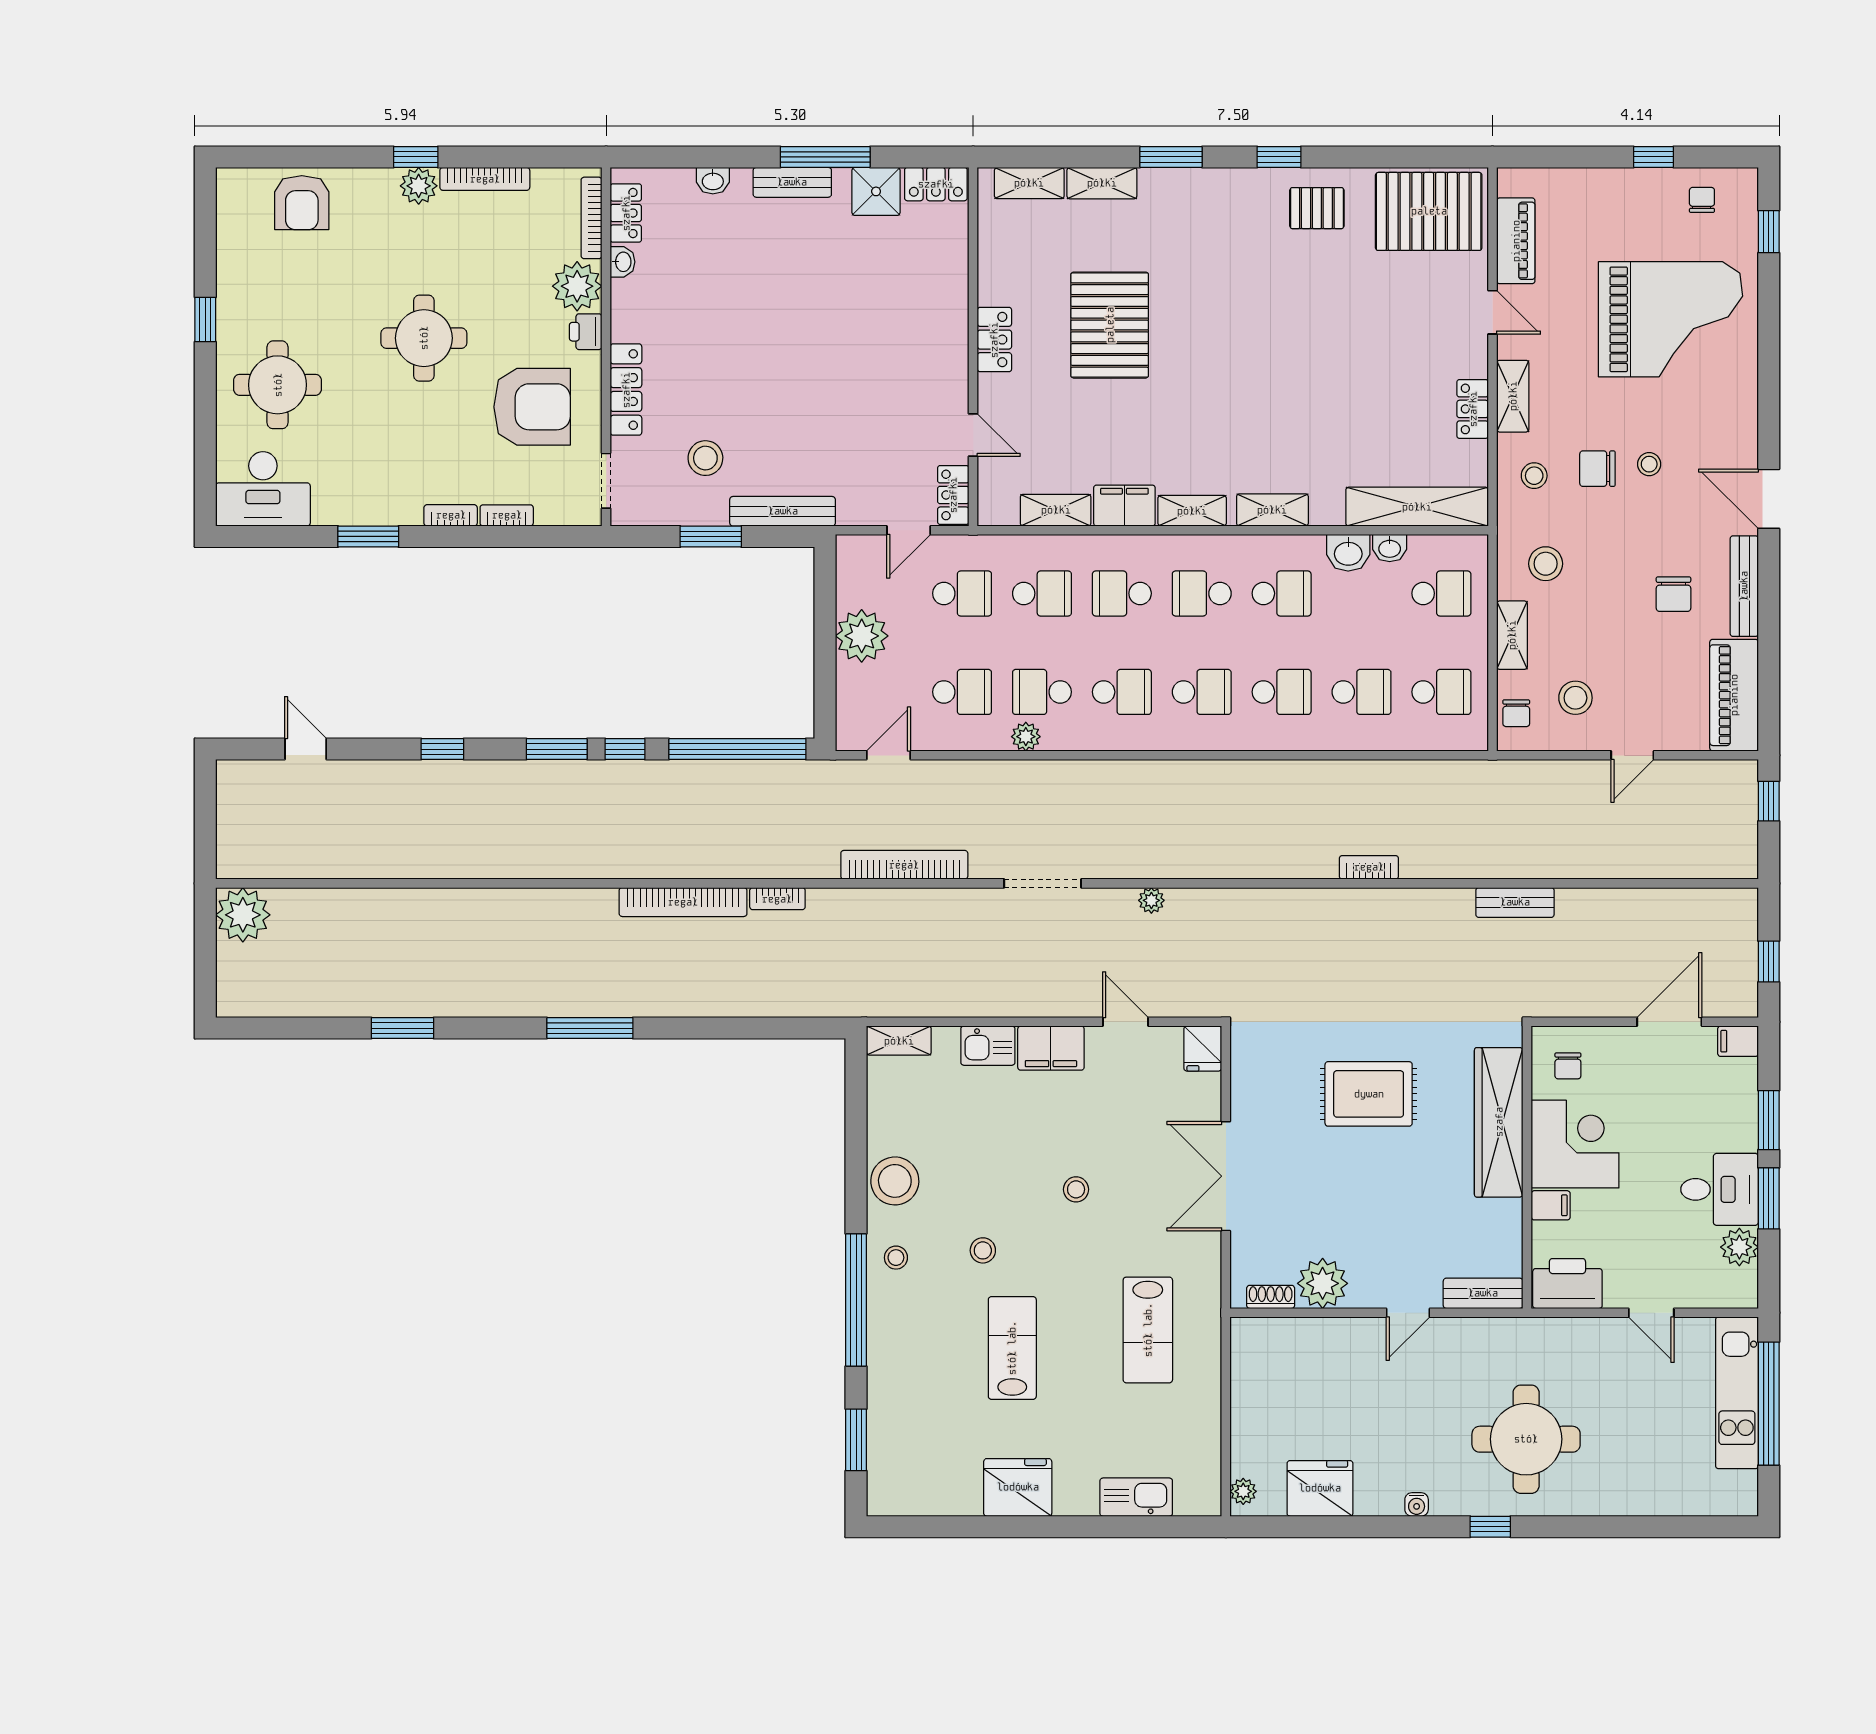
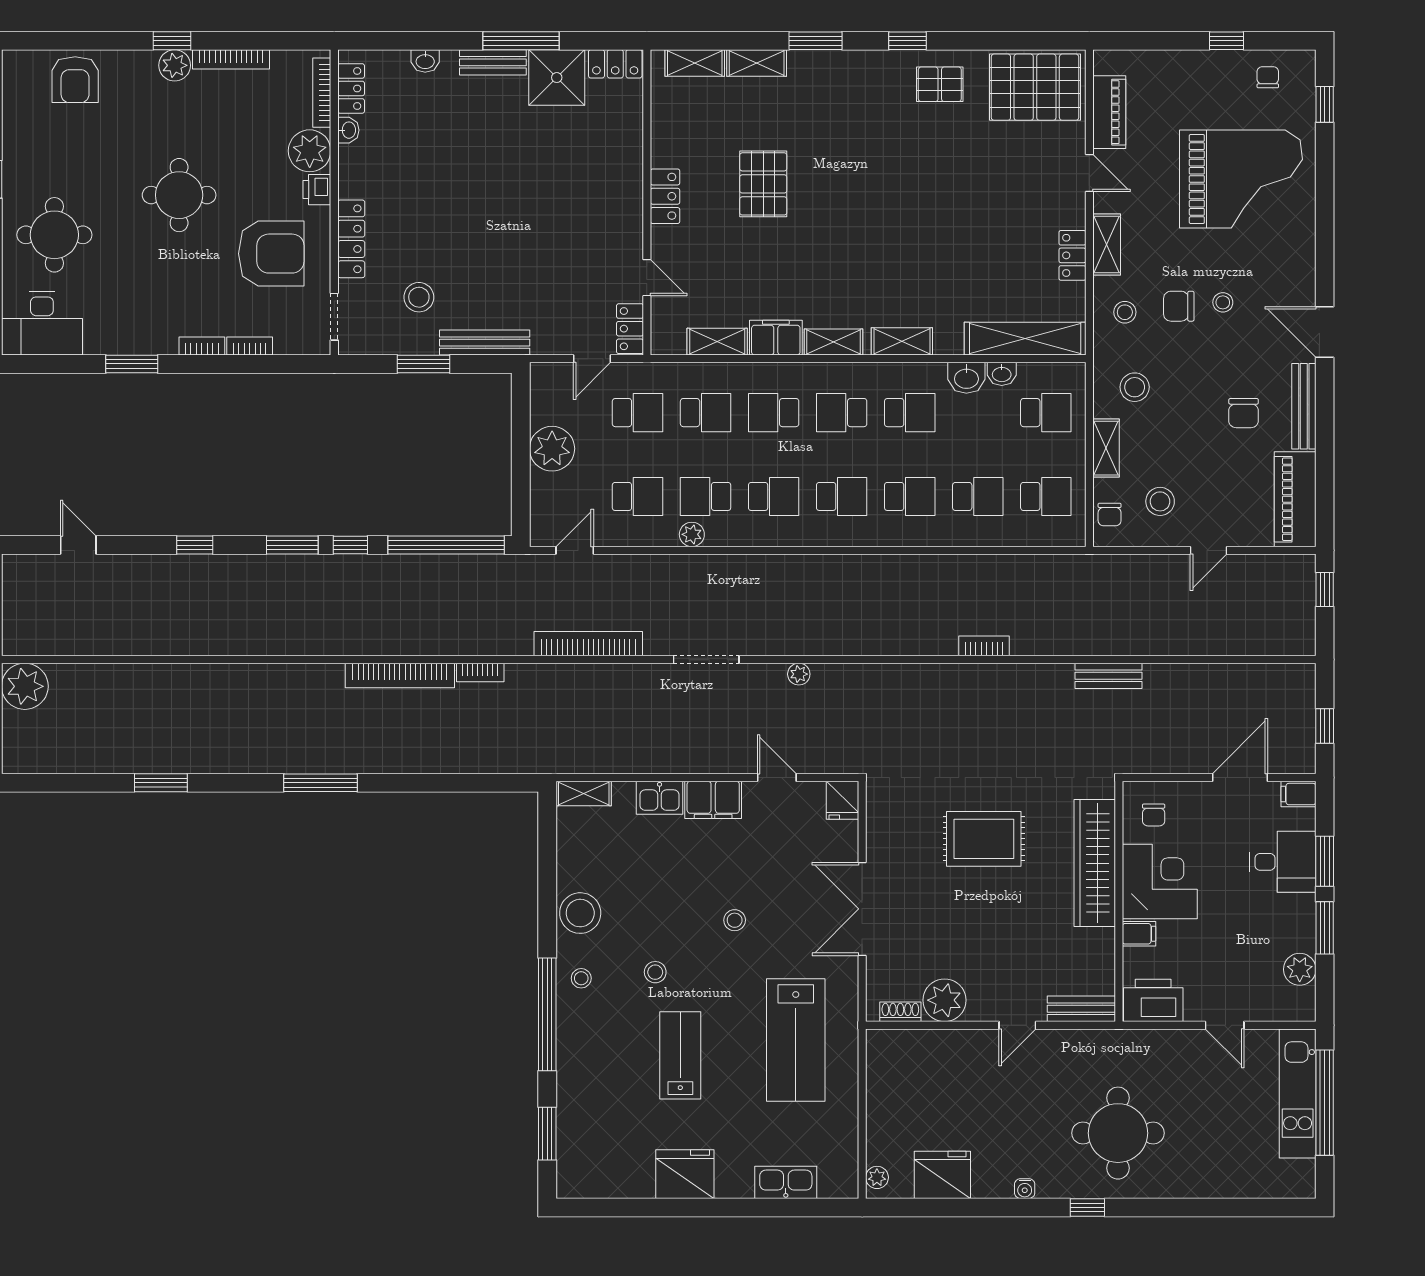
shower: (876, 191) -> (557, 78), width x1.36, depth x1.36
pallet: (1110, 325) -> (763, 184), width x0.73, depth x0.71
desk: (1720, 1189) -> (1283, 862), moved
lab bench: (1148, 1330) -> (796, 1040), width x1.36, depth x1.39

